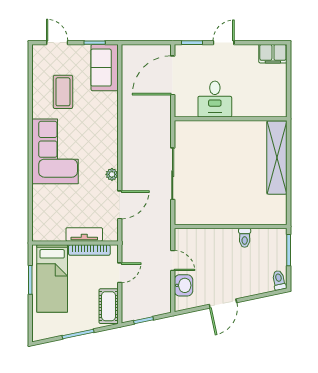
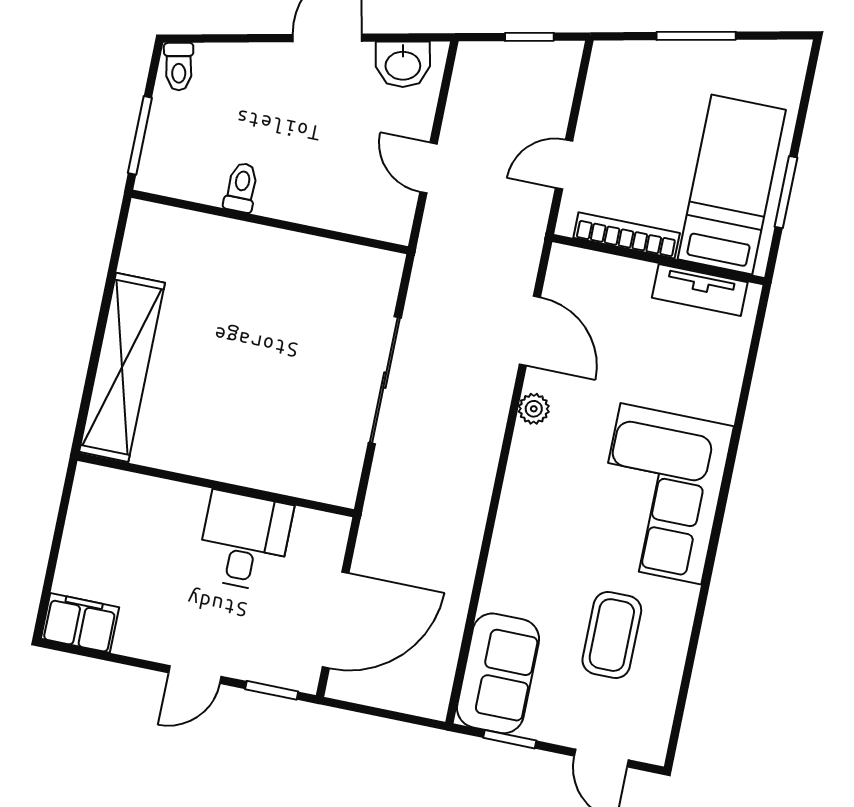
door: (120, 205) -> (530, 331), swing flipped
tv unit: (84, 234) -> (700, 290), moved
washbasin: (183, 285) -> (403, 64), moved, turned -102
cot: (109, 306) -> (608, 89), removed

